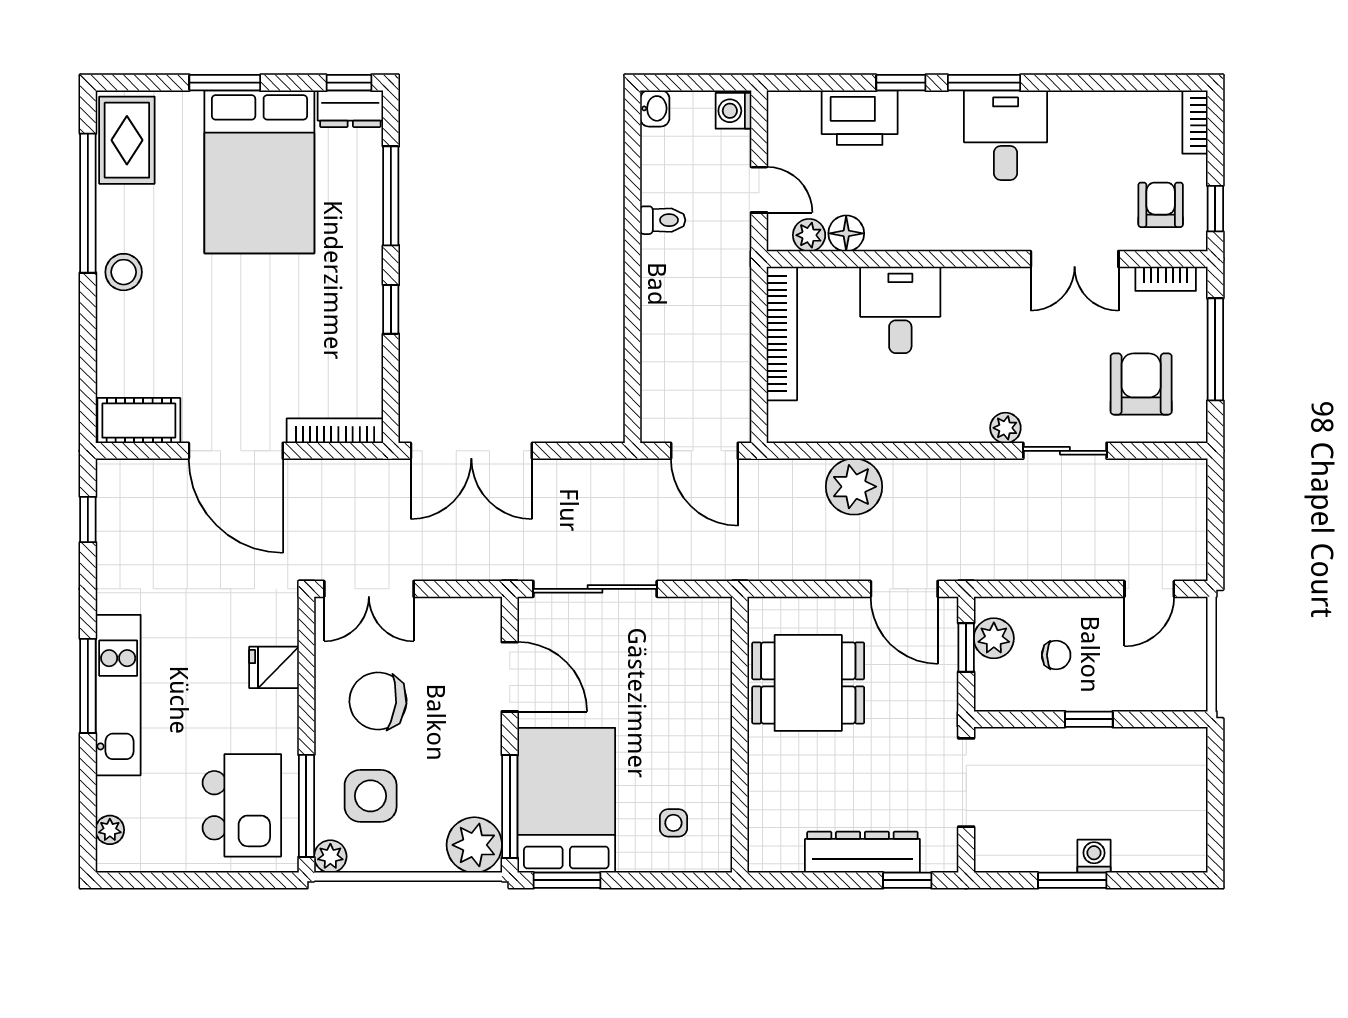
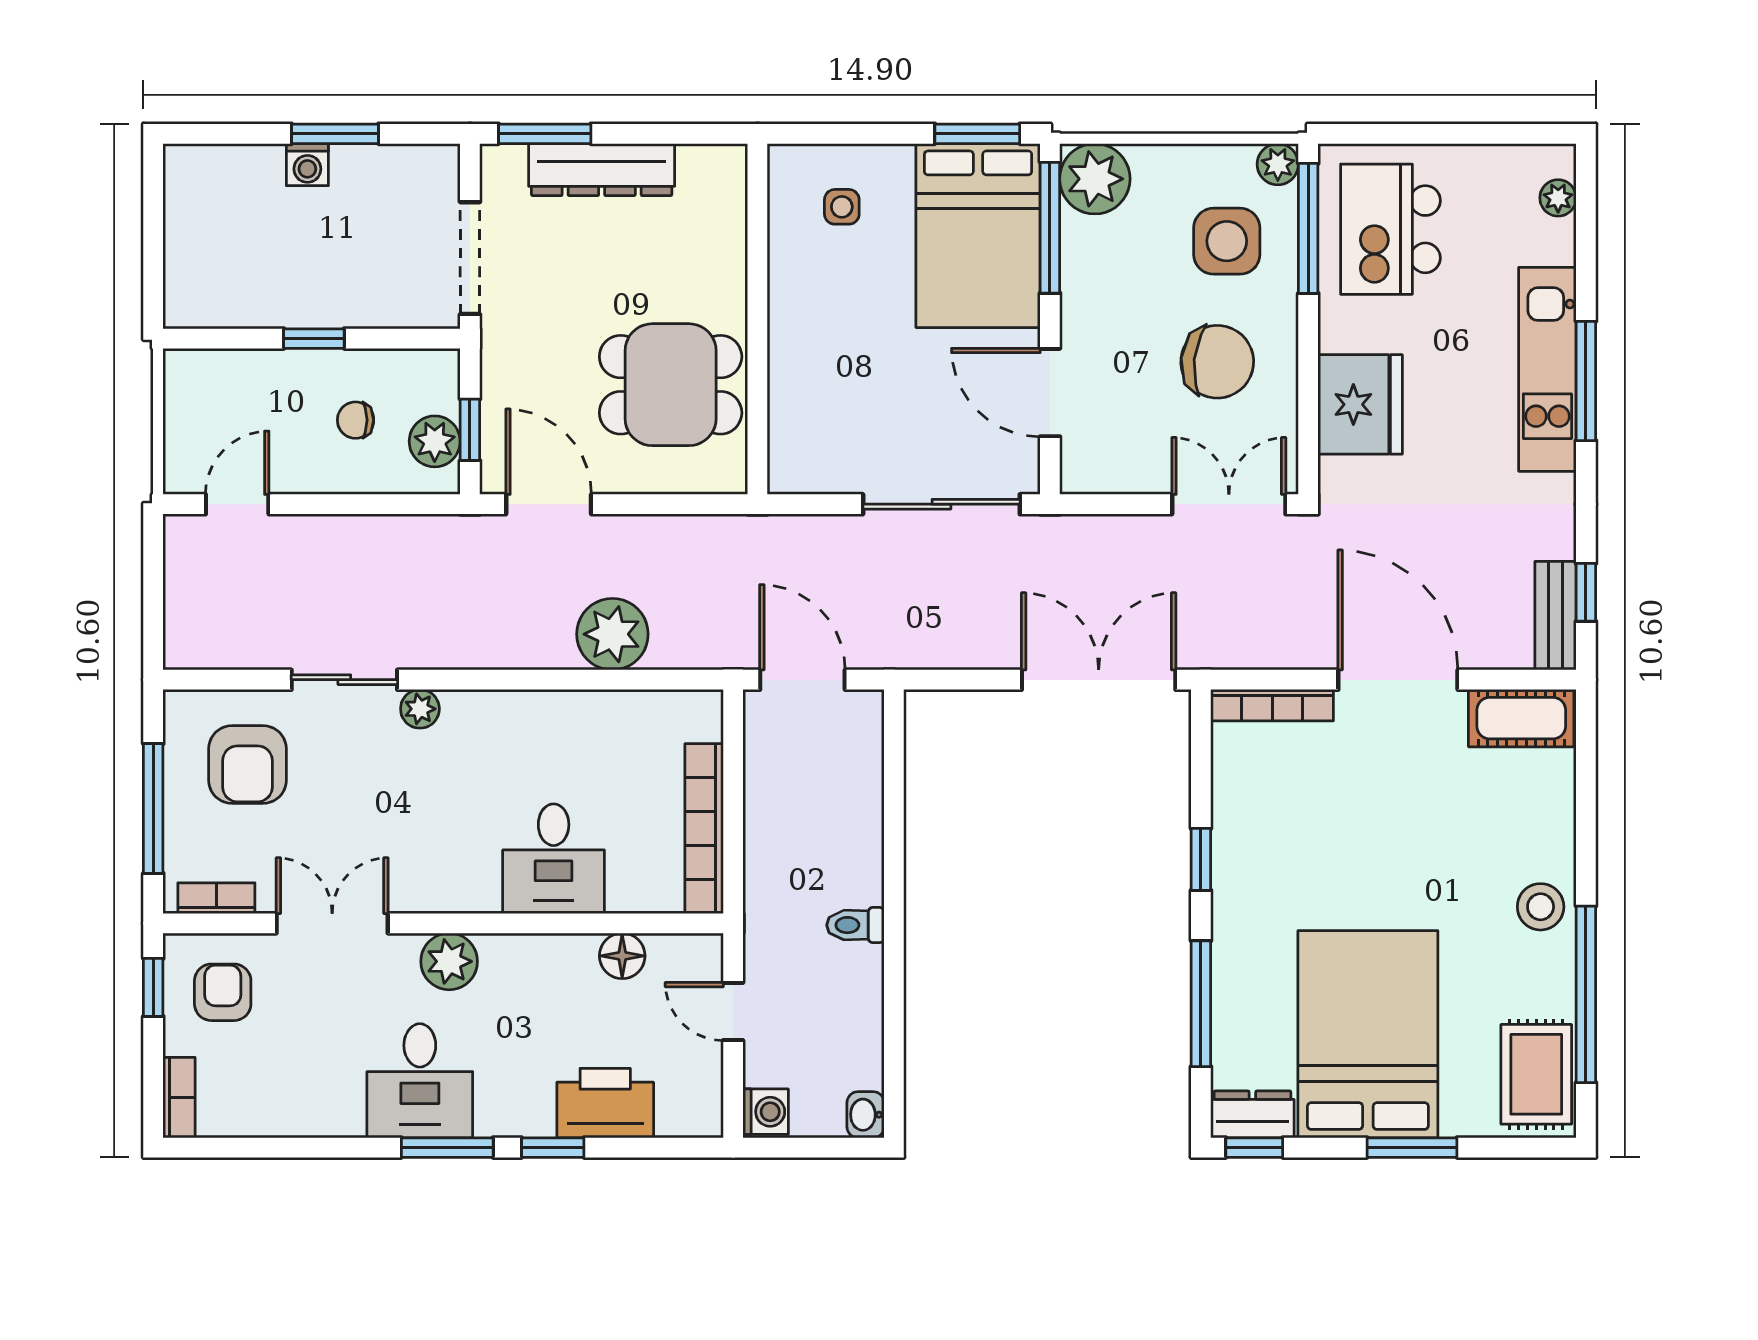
armchair: (1161, 205) -> (223, 992), turned 180
toilet: (663, 220) -> (855, 925), moved
plant: (809, 235) -> (449, 961), moved, width x1.38, depth x1.38
bench: (112, 501) -> (1556, 616), added
fridge: (274, 667) -> (1360, 404), width x1.88, depth x1.34
window: (907, 880) -> (545, 134), width x1.50

